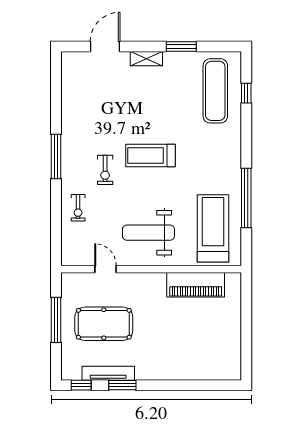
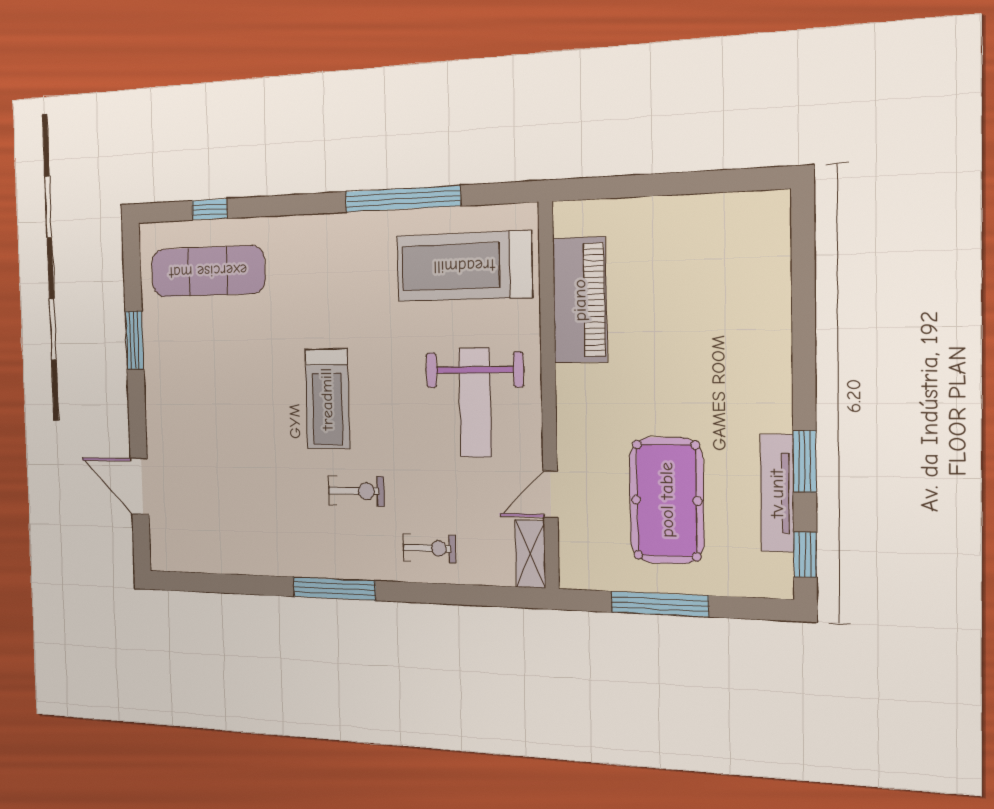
shelving: (146, 59) -> (530, 554), moved

